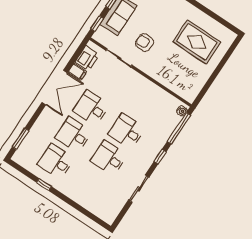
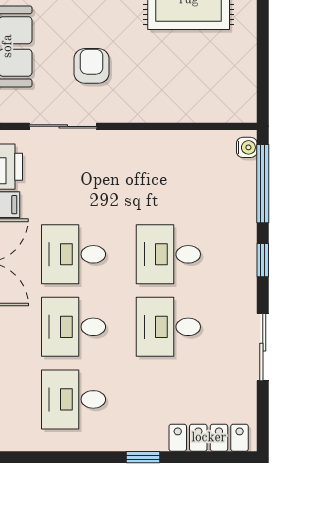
armchair: (144, 43) -> (92, 66), turned 90
window: (44, 185) -> (143, 457), moved
locker: (96, 209) -> (209, 438), added

